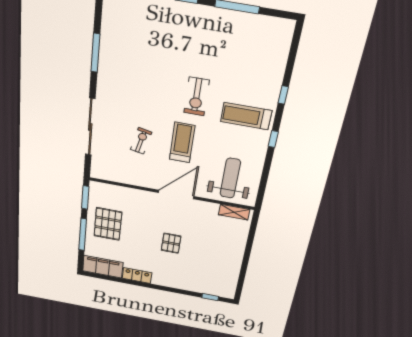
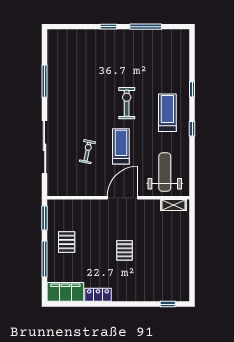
exercise bike: (197, 96) -> (127, 103), turned 180
treadmill: (246, 116) -> (167, 113), turned 90
pallet: (108, 224) -> (67, 242), width x0.67, depth x0.71

